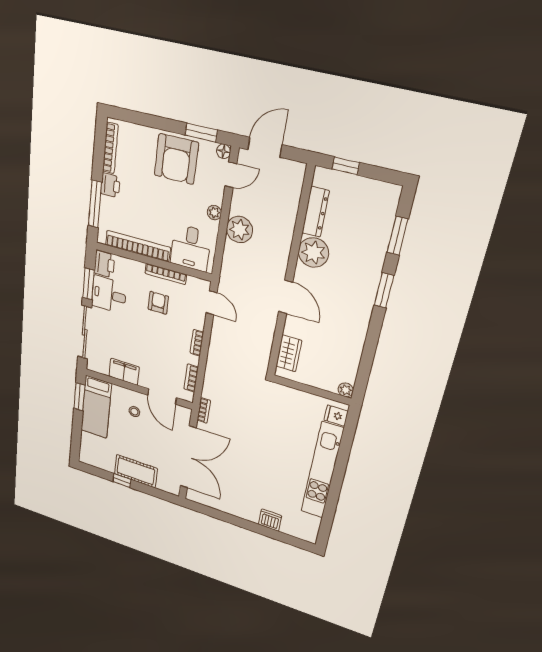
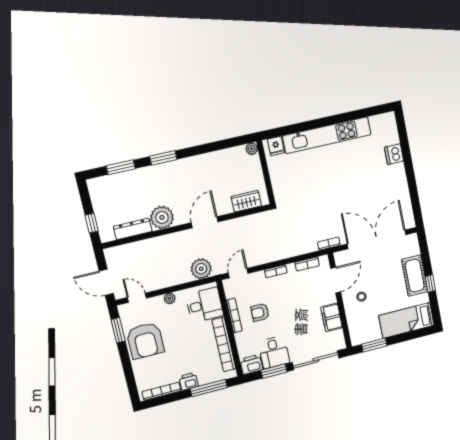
floor lamp: (224, 151) -> (123, 309), removed
armchair: (176, 159) -> (145, 341), turned 90
plant: (239, 230) -> (201, 269), moved
bed: (96, 407) -> (406, 320), moved, turned 180

